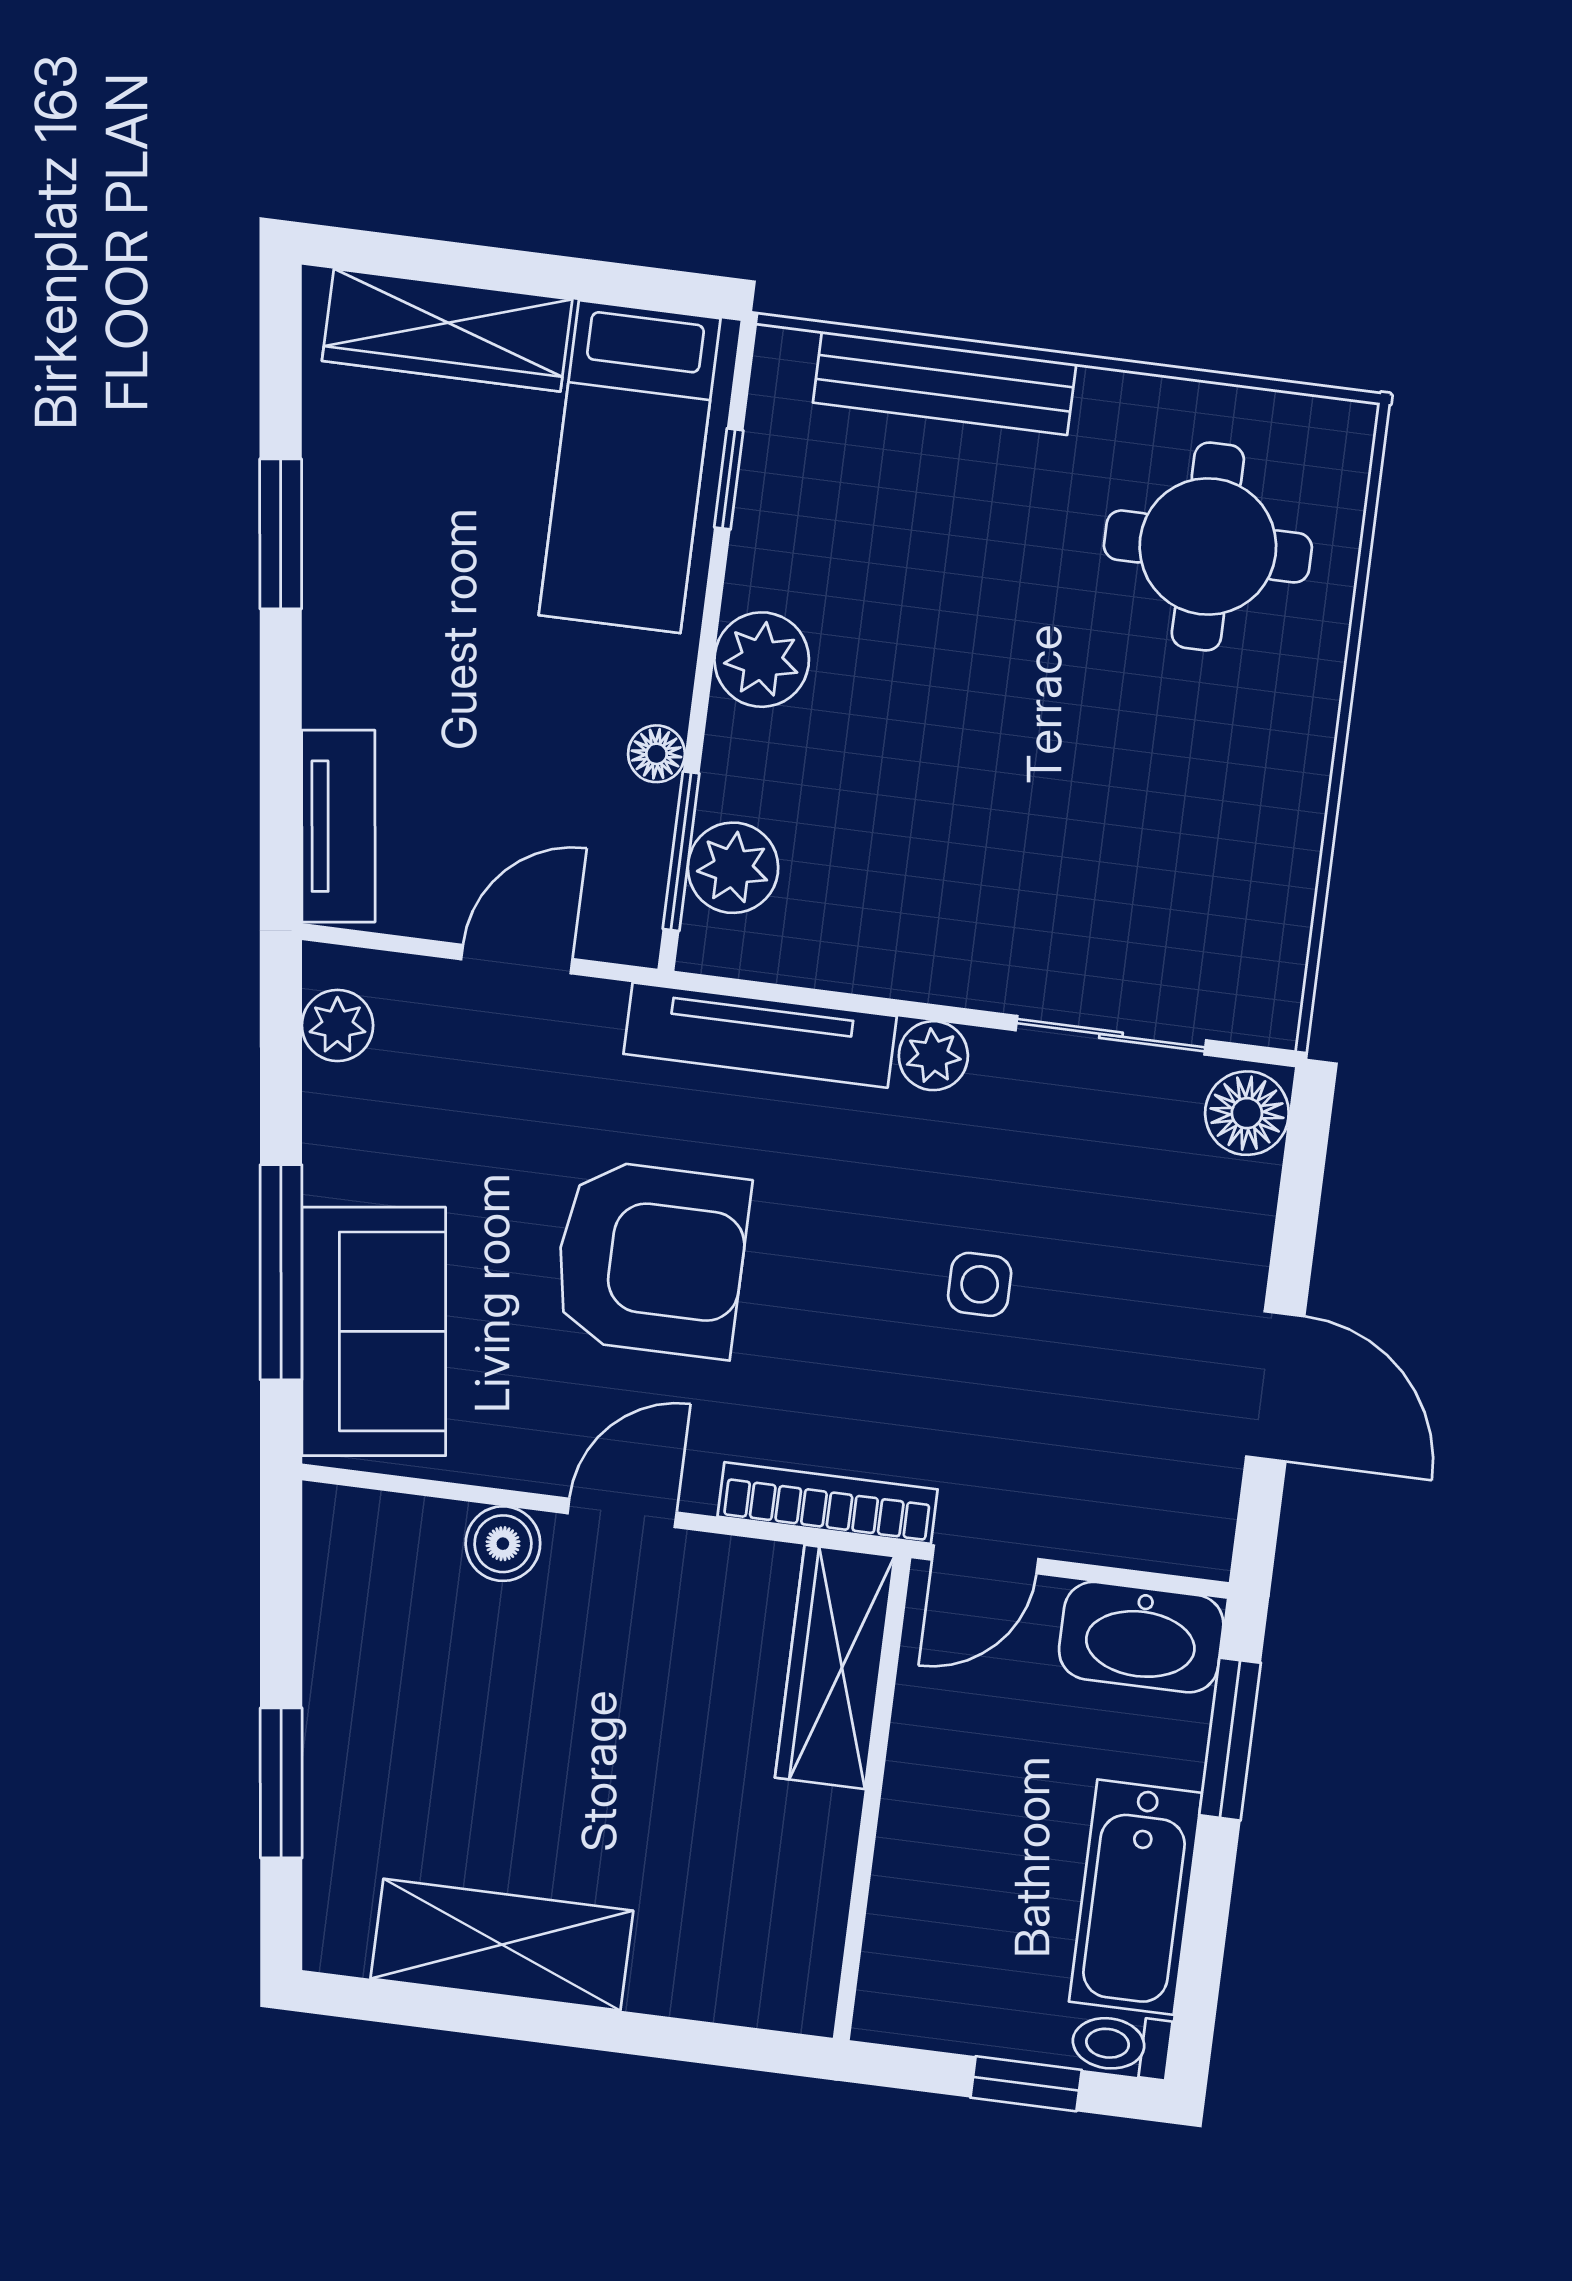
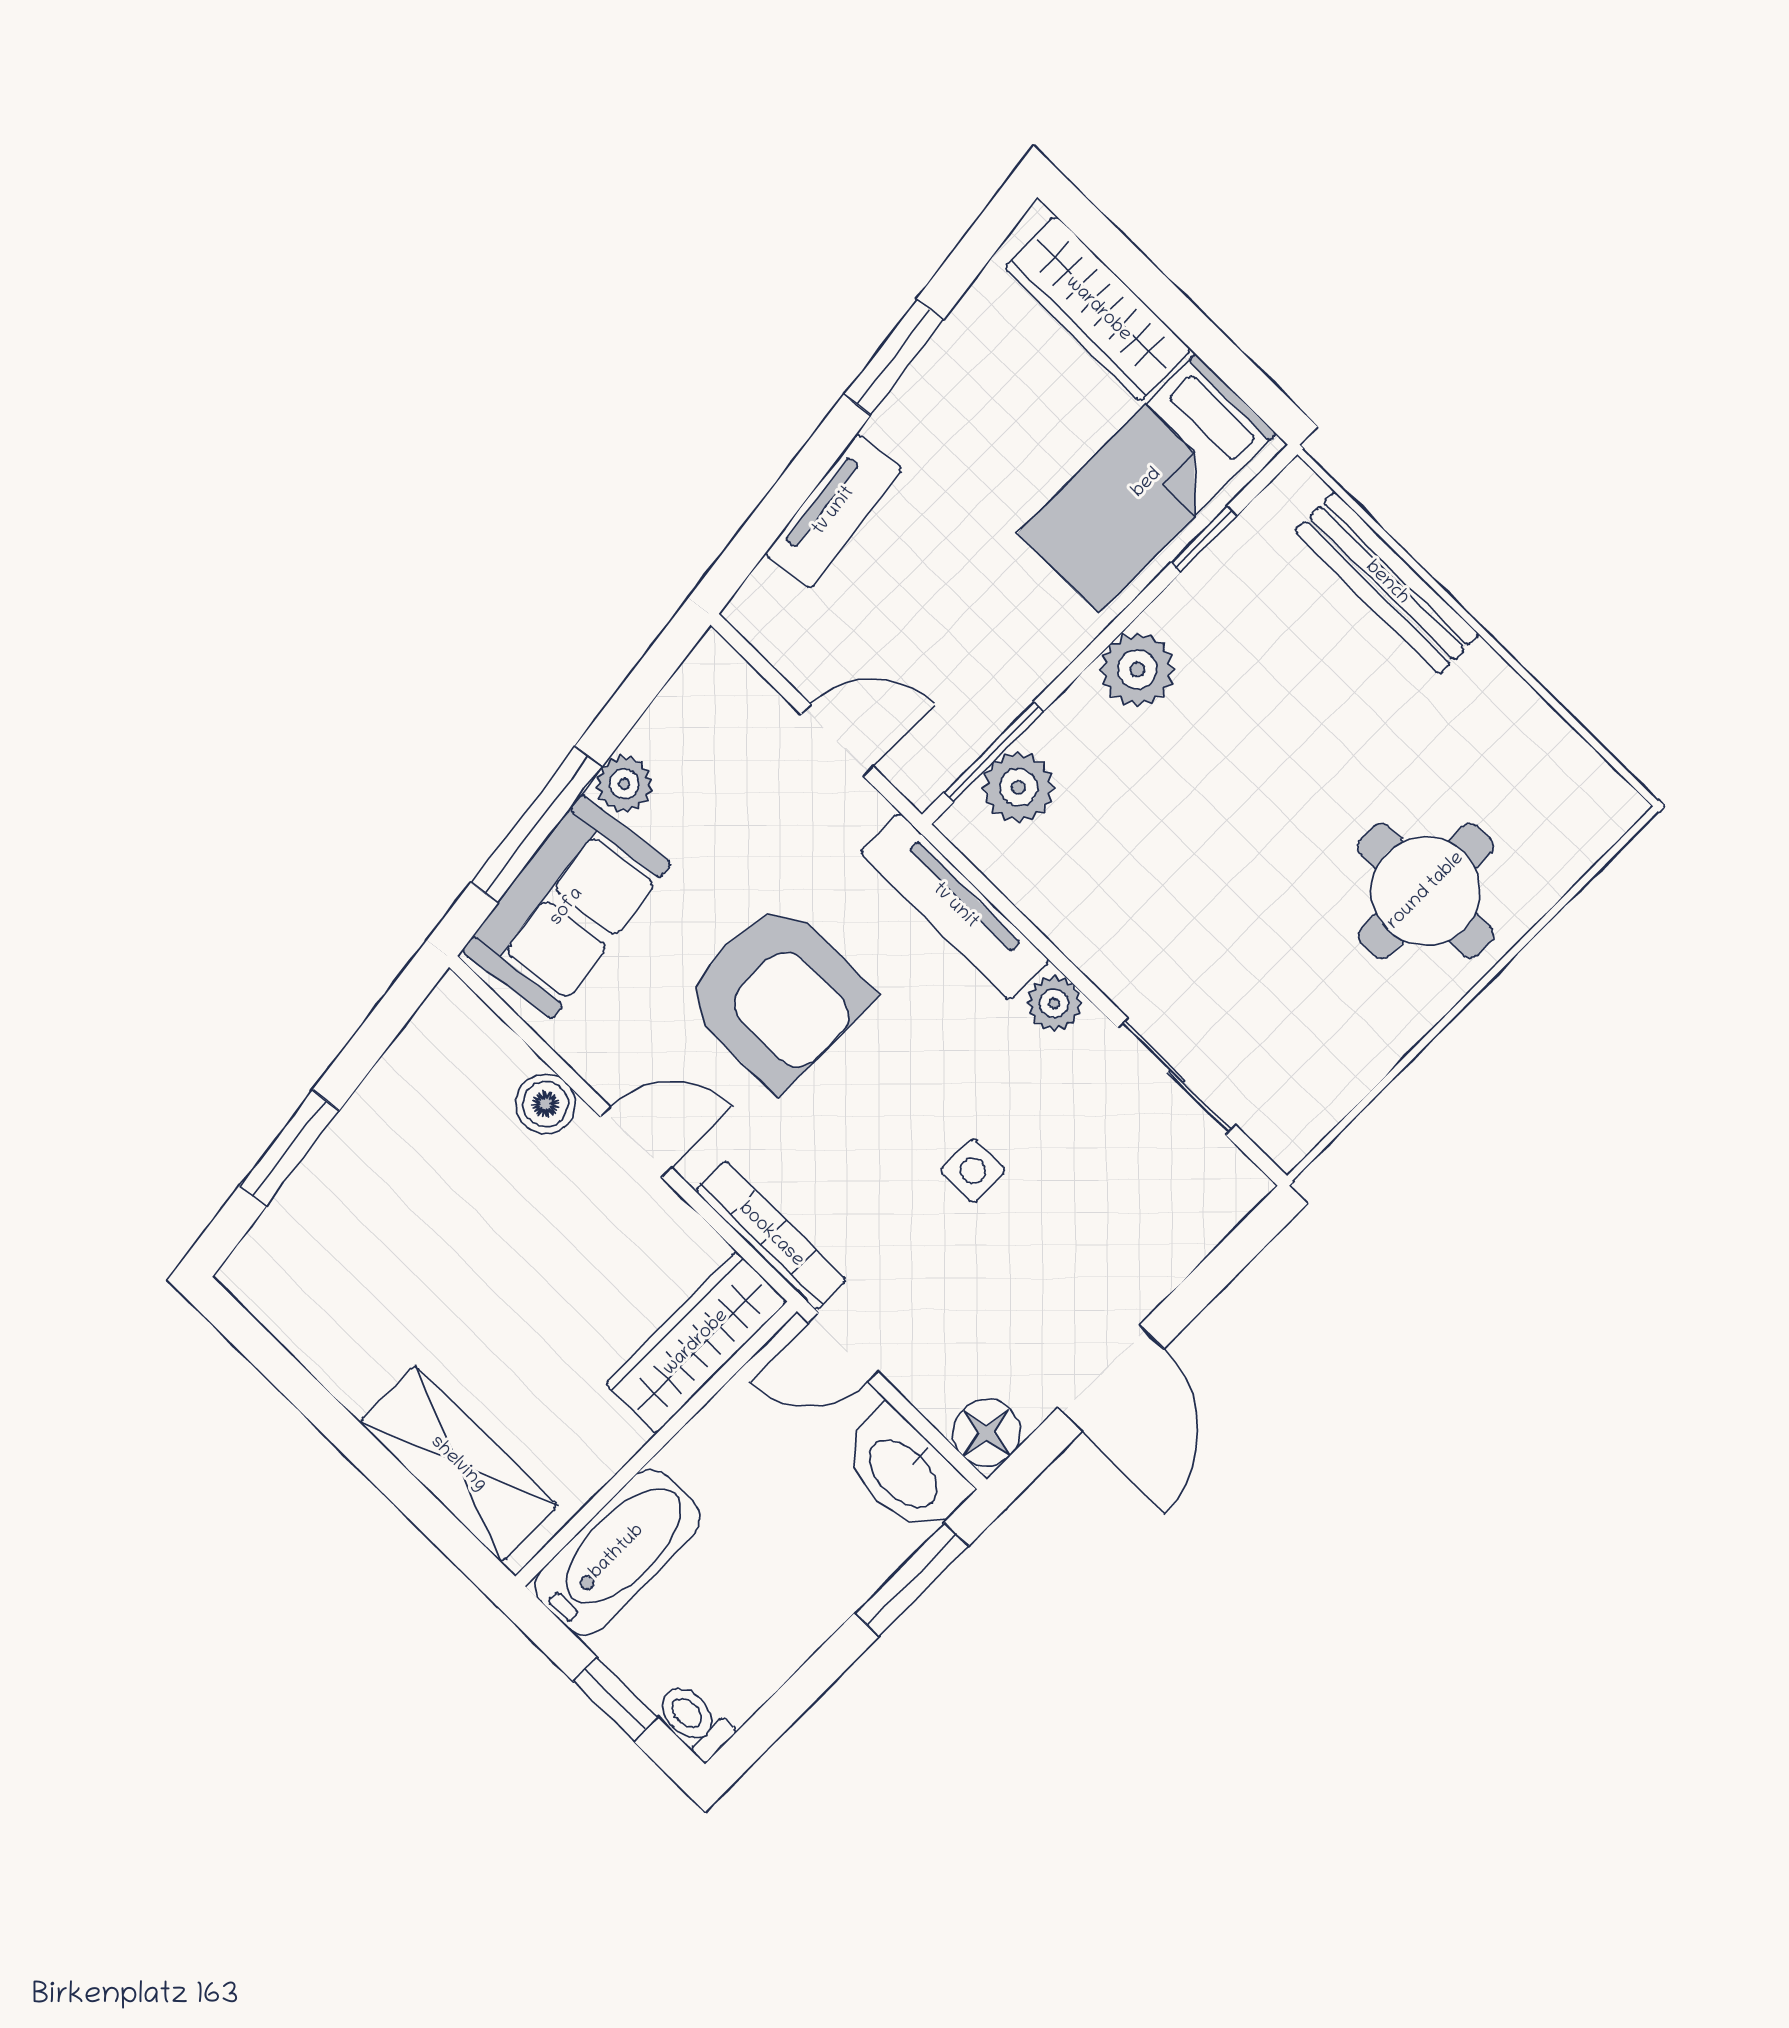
round table: (1208, 546) -> (1426, 891), moved
floor lamp: (656, 754) -> (1025, 678), removed
tv unit: (338, 826) -> (834, 511), moved
plant: (337, 1025) -> (624, 784), moved
floor lamp: (1247, 1113) -> (986, 1433), moved
bathtub: (1135, 1897) -> (617, 1552), moved, turned 180
shelving: (502, 1945) -> (458, 1464), moved

